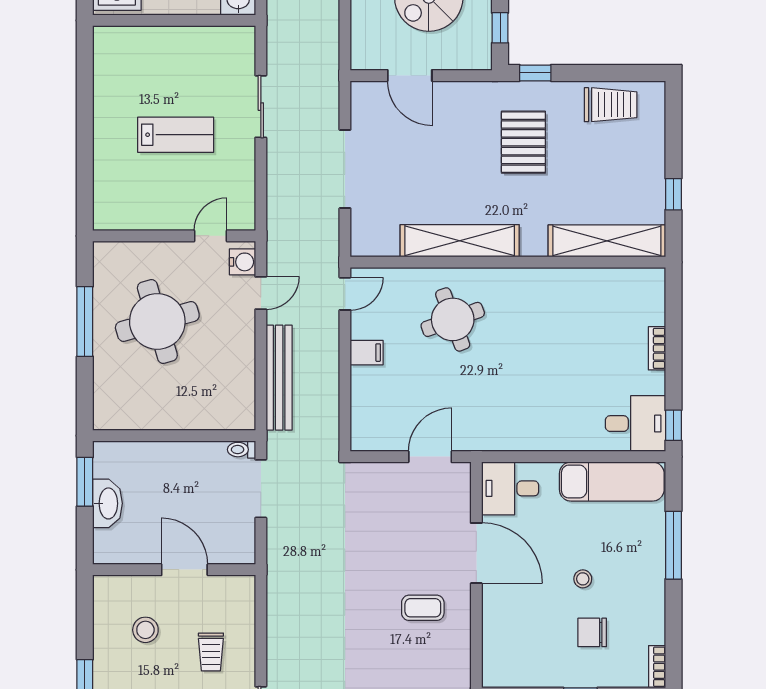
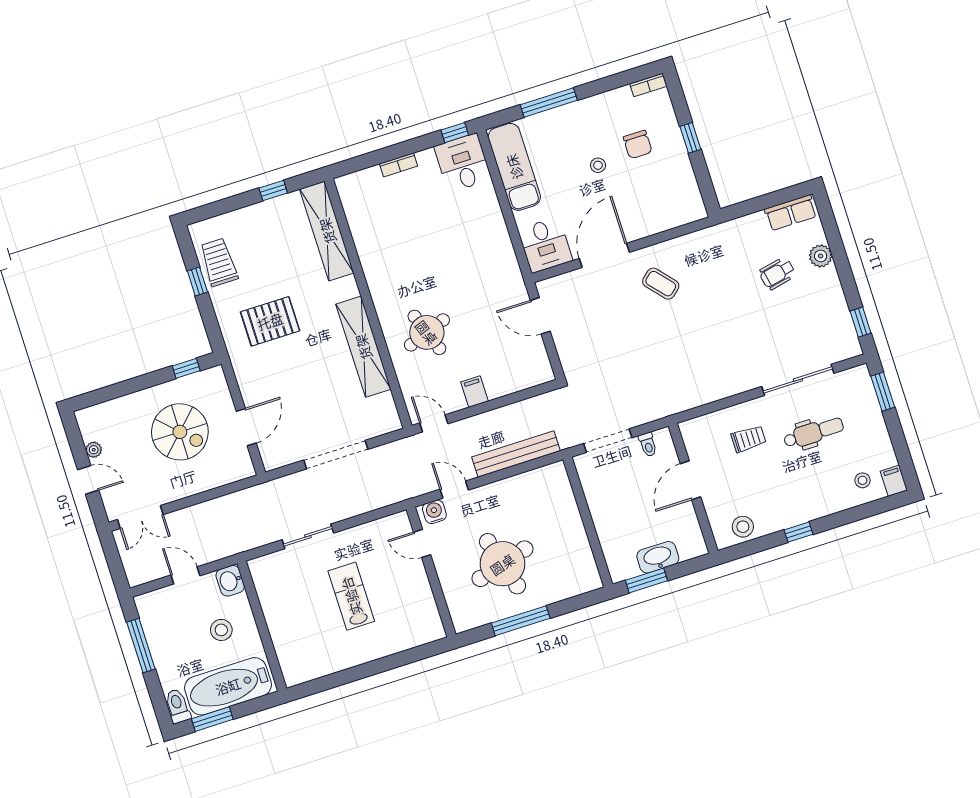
window: (535, 73) -> (197, 281), moved
toilet: (242, 450) -> (648, 445), moved
coffee table: (423, 608) -> (661, 284), turned -41
stool: (145, 630) -> (743, 527), moved

